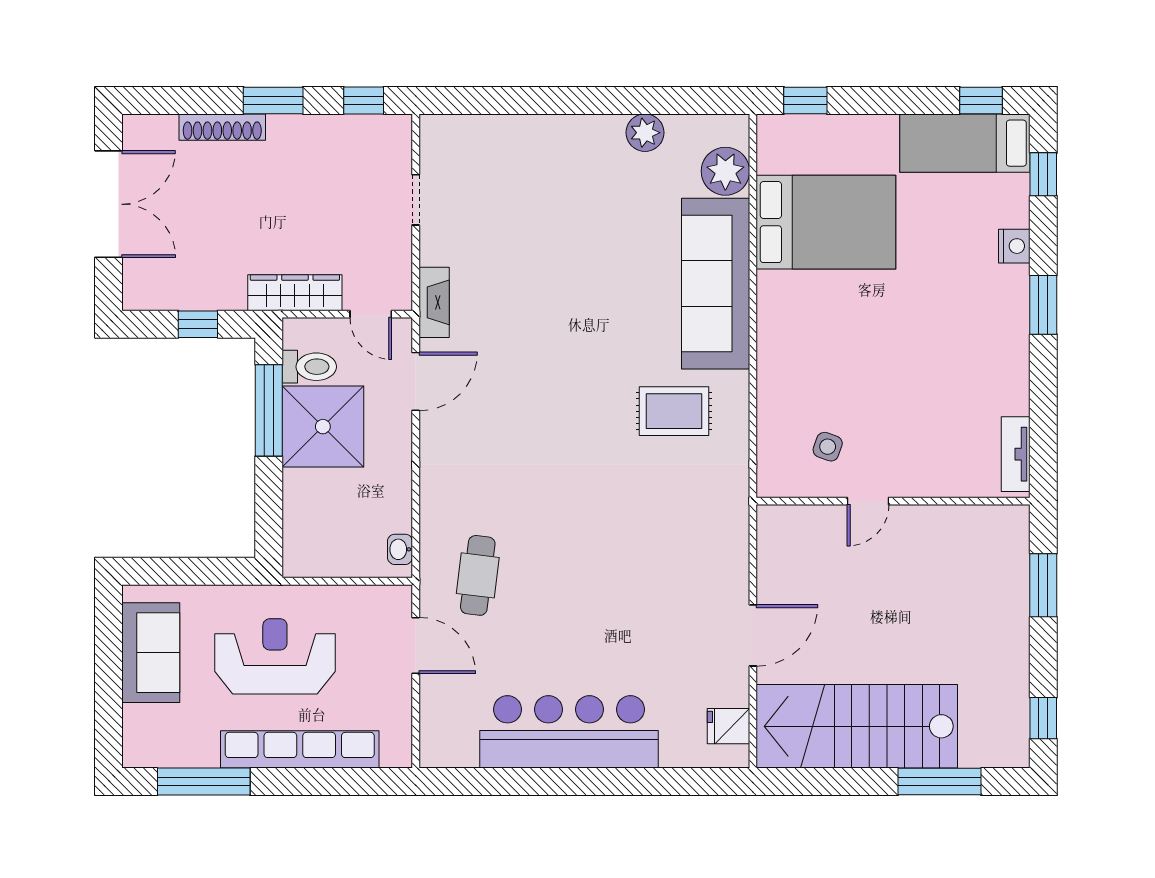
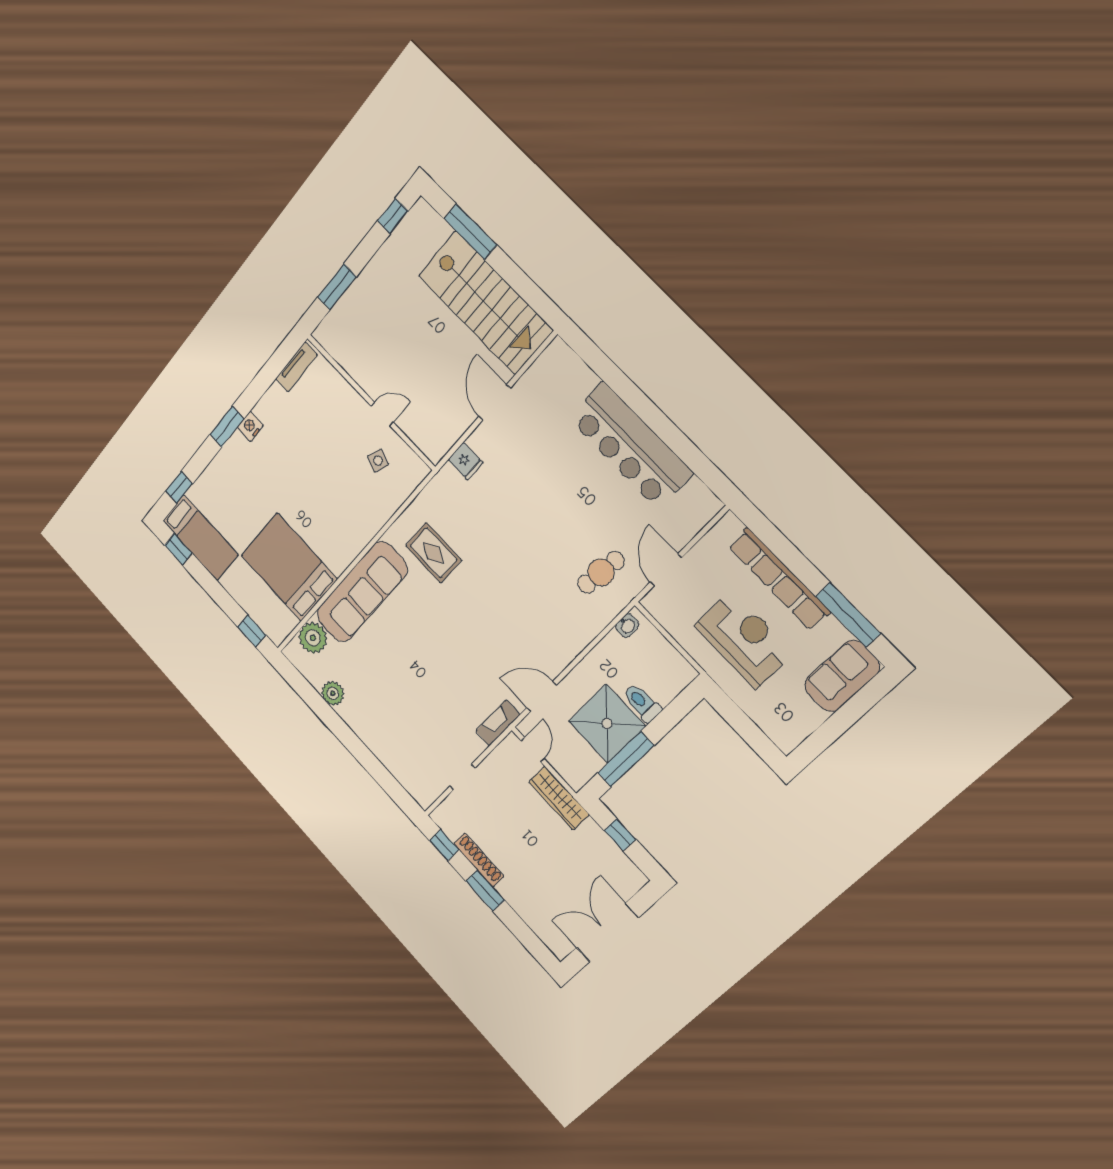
shoe rack: (222, 127) -> (479, 860), moved
nightstand: (1014, 246) -> (250, 426), moved
toilet: (309, 367) -> (642, 703), moved
door: (753, 635) -> (495, 402), hinge flipped
sofa: (151, 653) -> (842, 676), moved
reception desk: (275, 656) -> (744, 639), turned 180
fridge: (728, 726) -> (465, 461), moved

